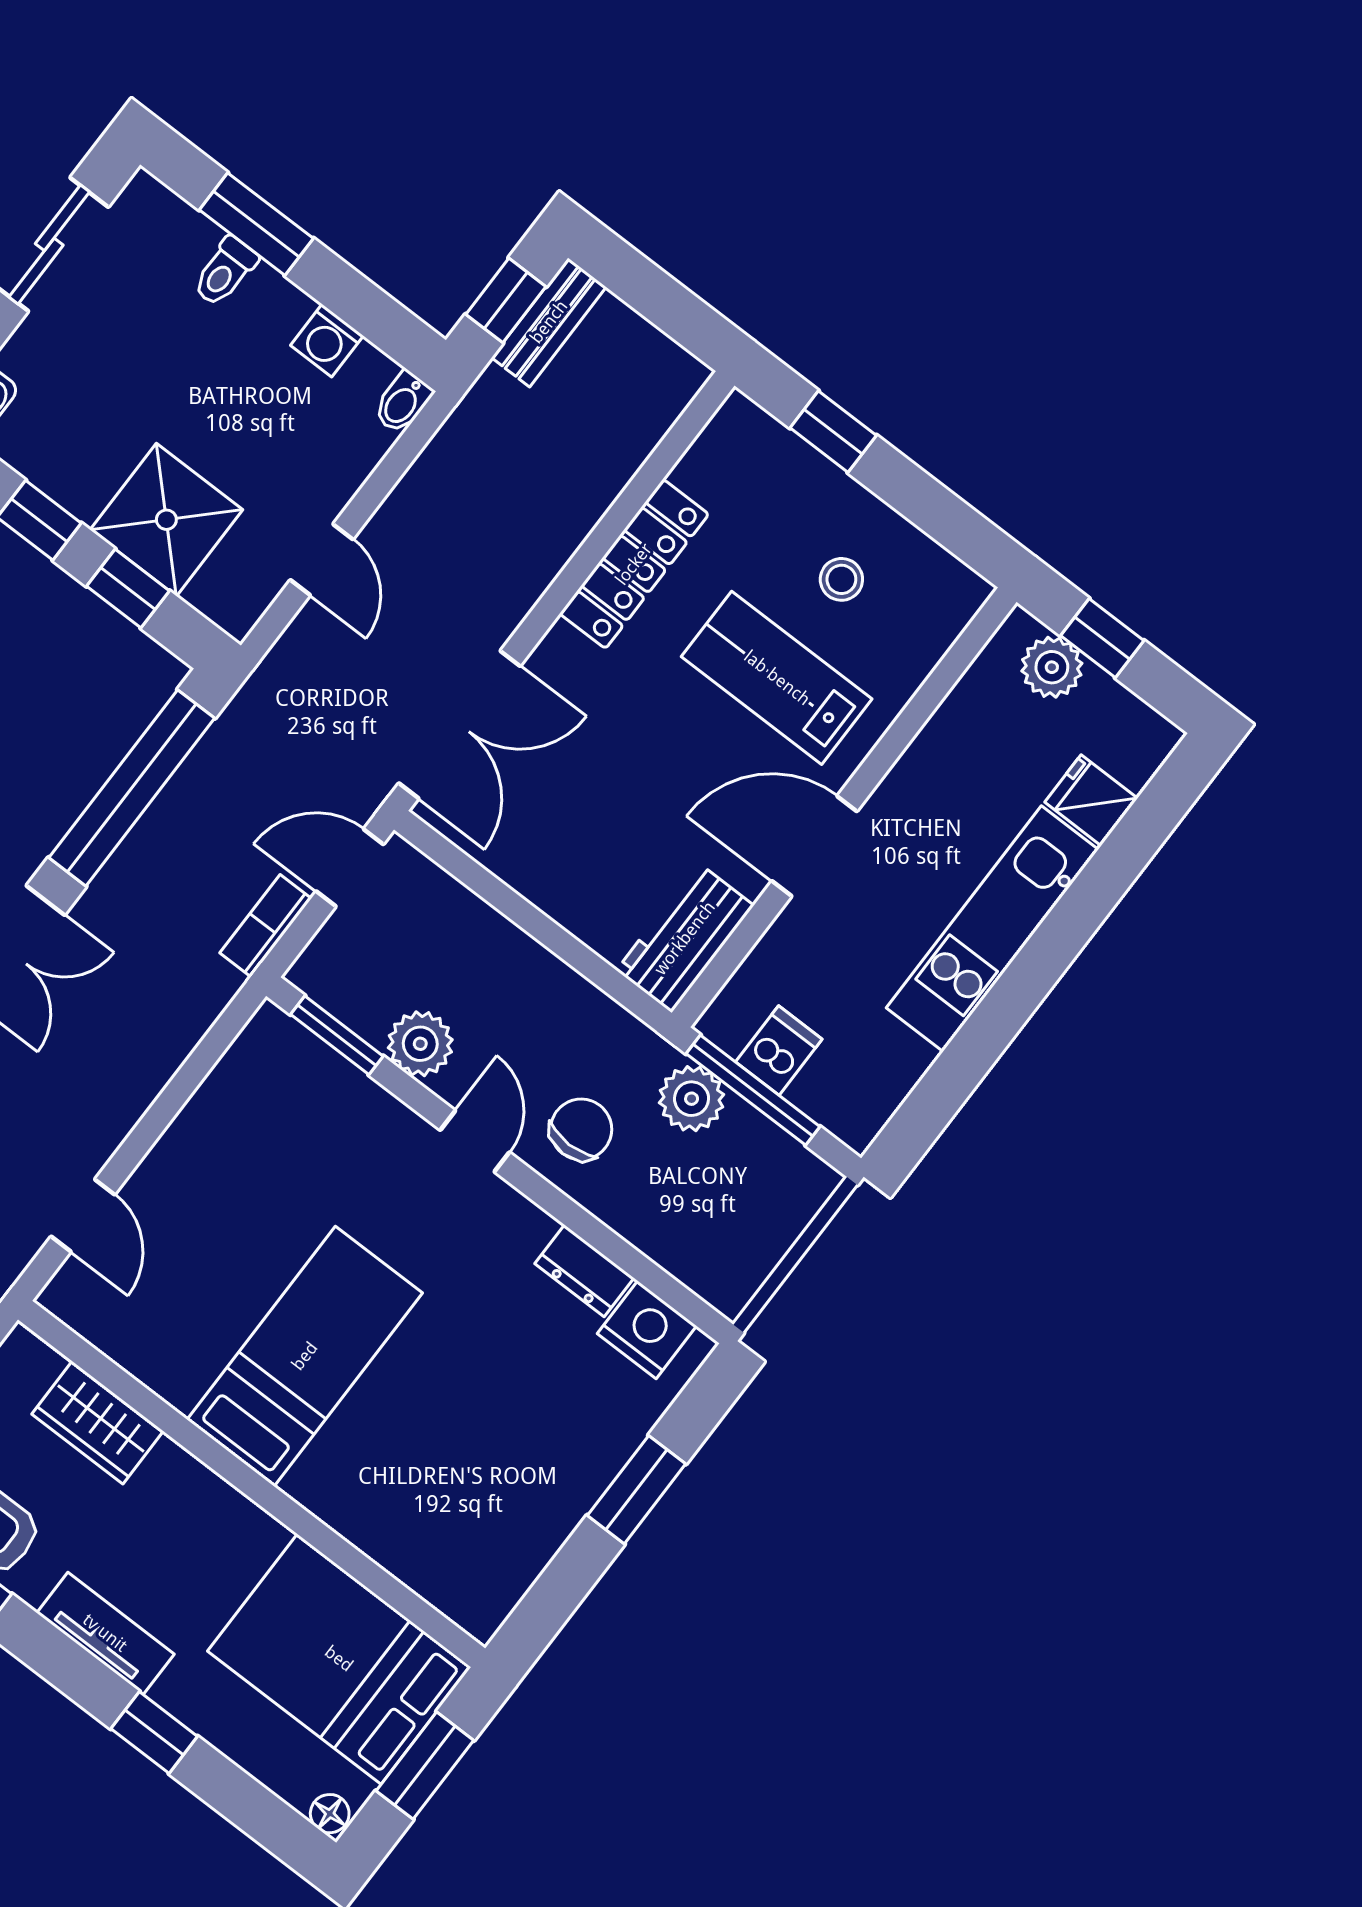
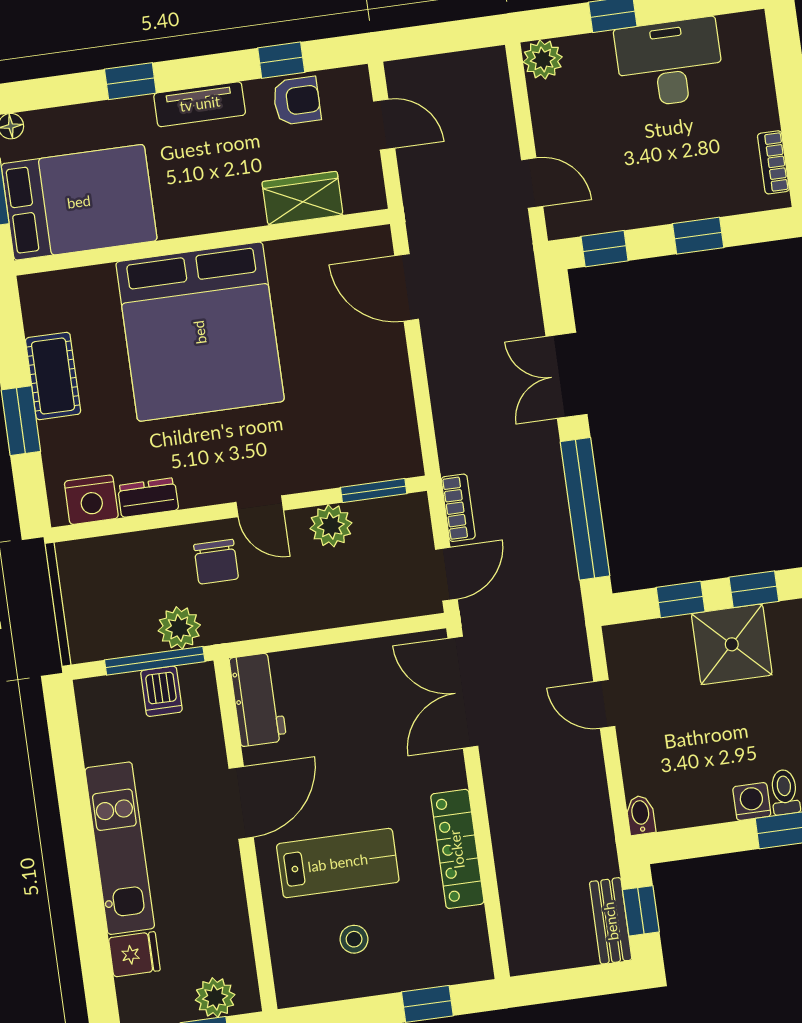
washing machine: (327, 341) -> (752, 802), moved
shower: (166, 520) -> (732, 644), moved
door: (83, 1216) -> (407, 287), width x1.38
bed: (305, 1356) -> (200, 332), width x2.04
cot: (554, 1503) -> (53, 376), added

